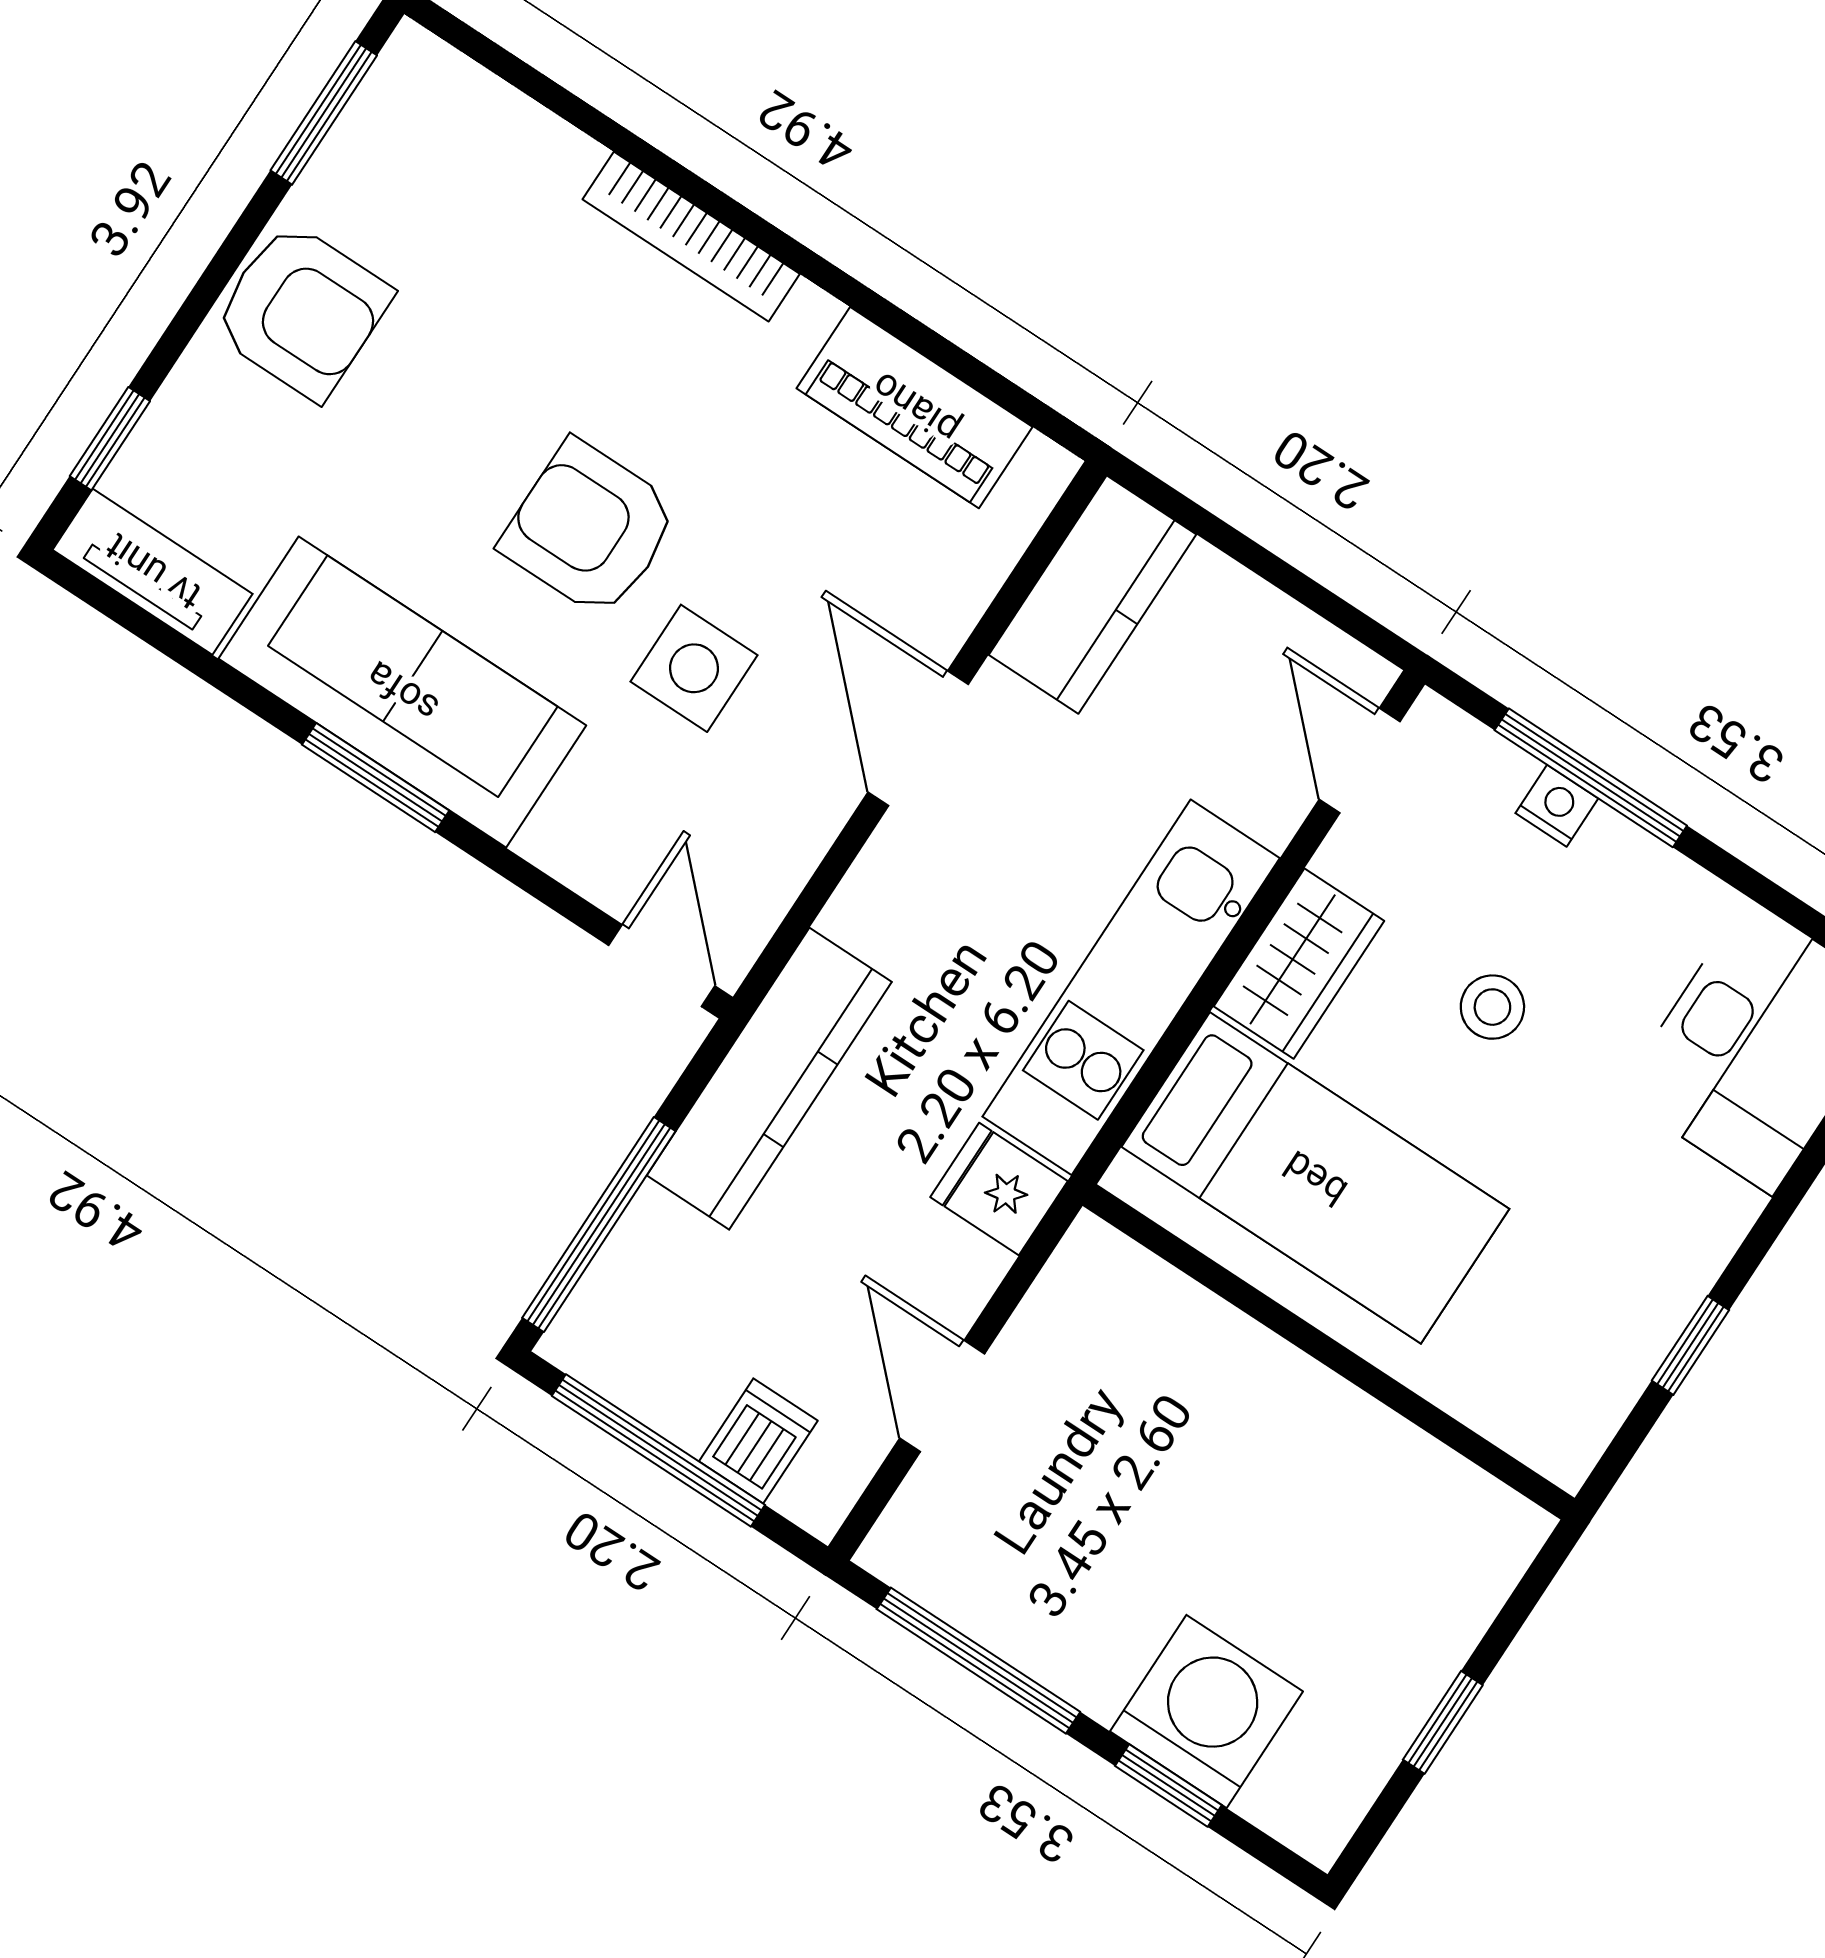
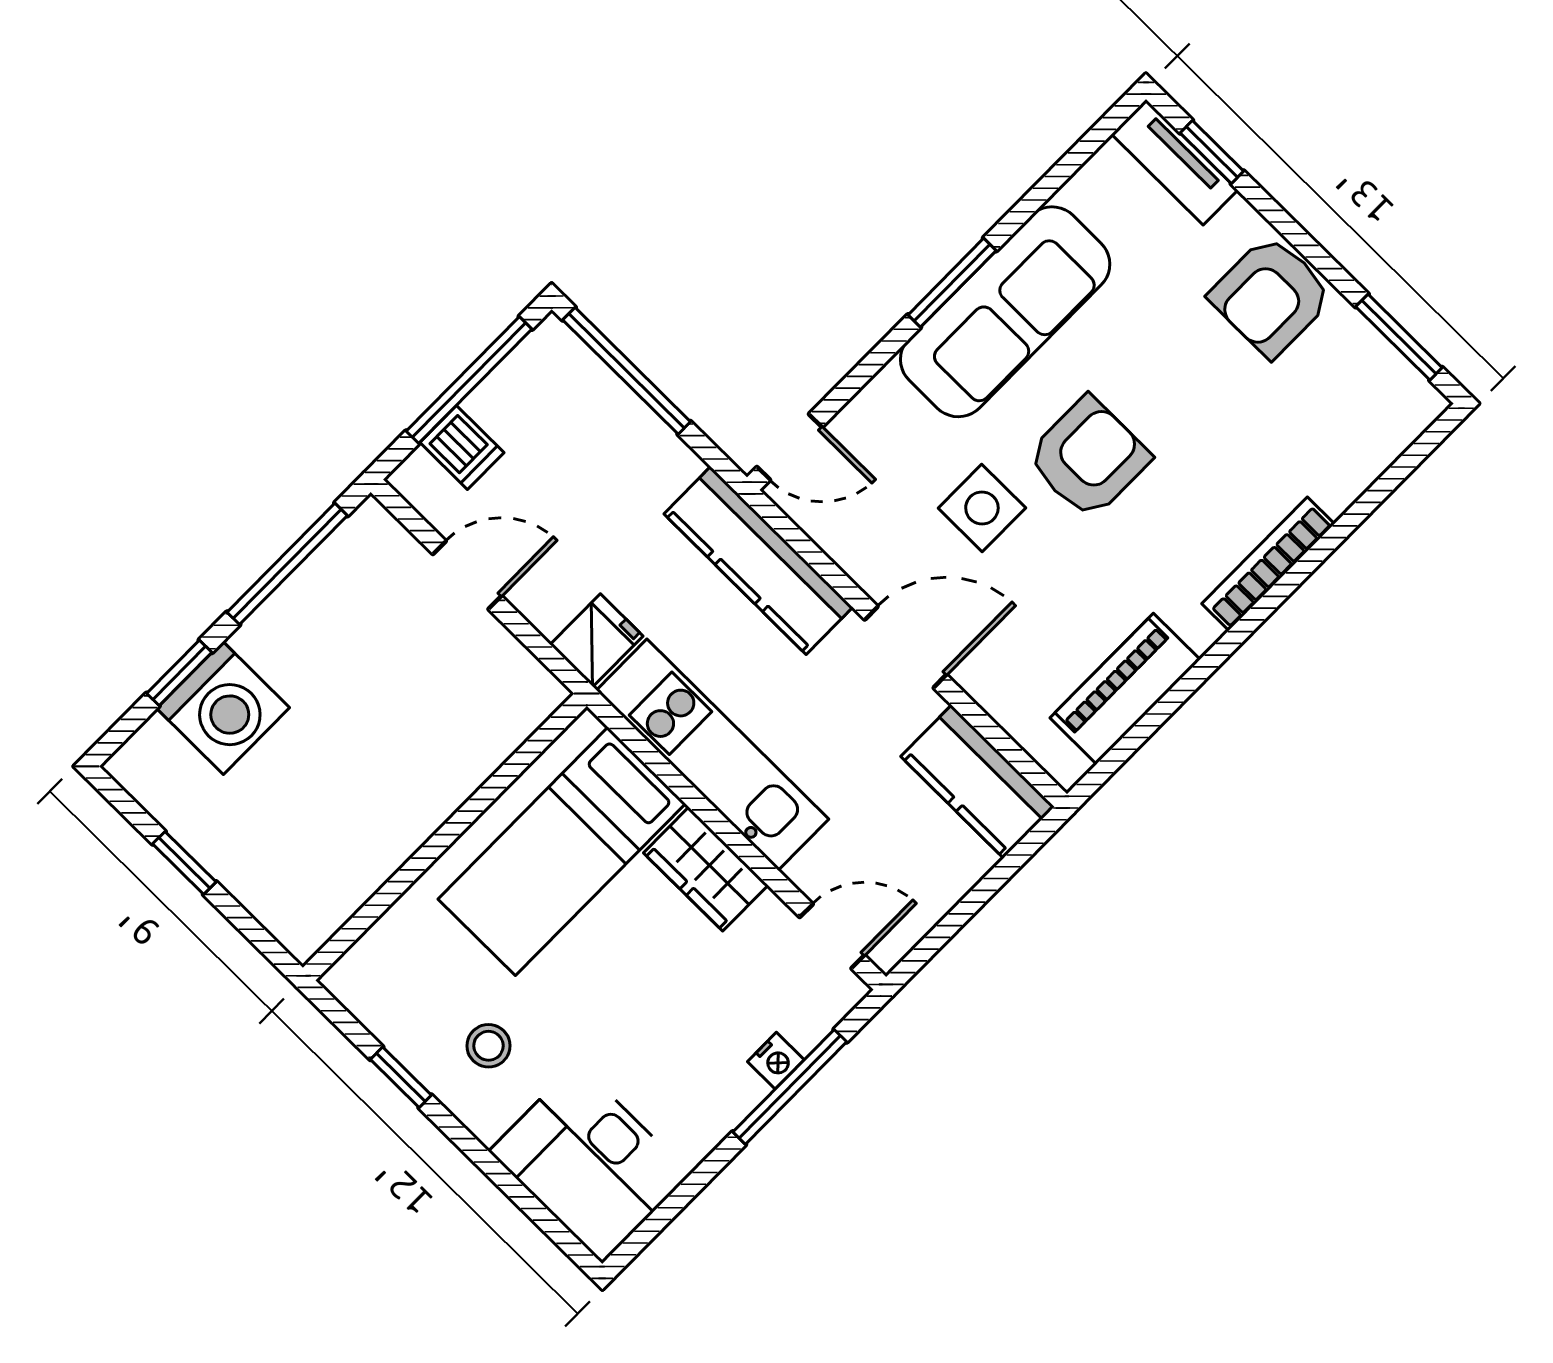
tv unit: (153, 572) -> (1175, 162), moved, turned 90
stool: (1492, 1007) -> (488, 1046), moved
kitchen counter: (769, 1079) -> (758, 561), moved

